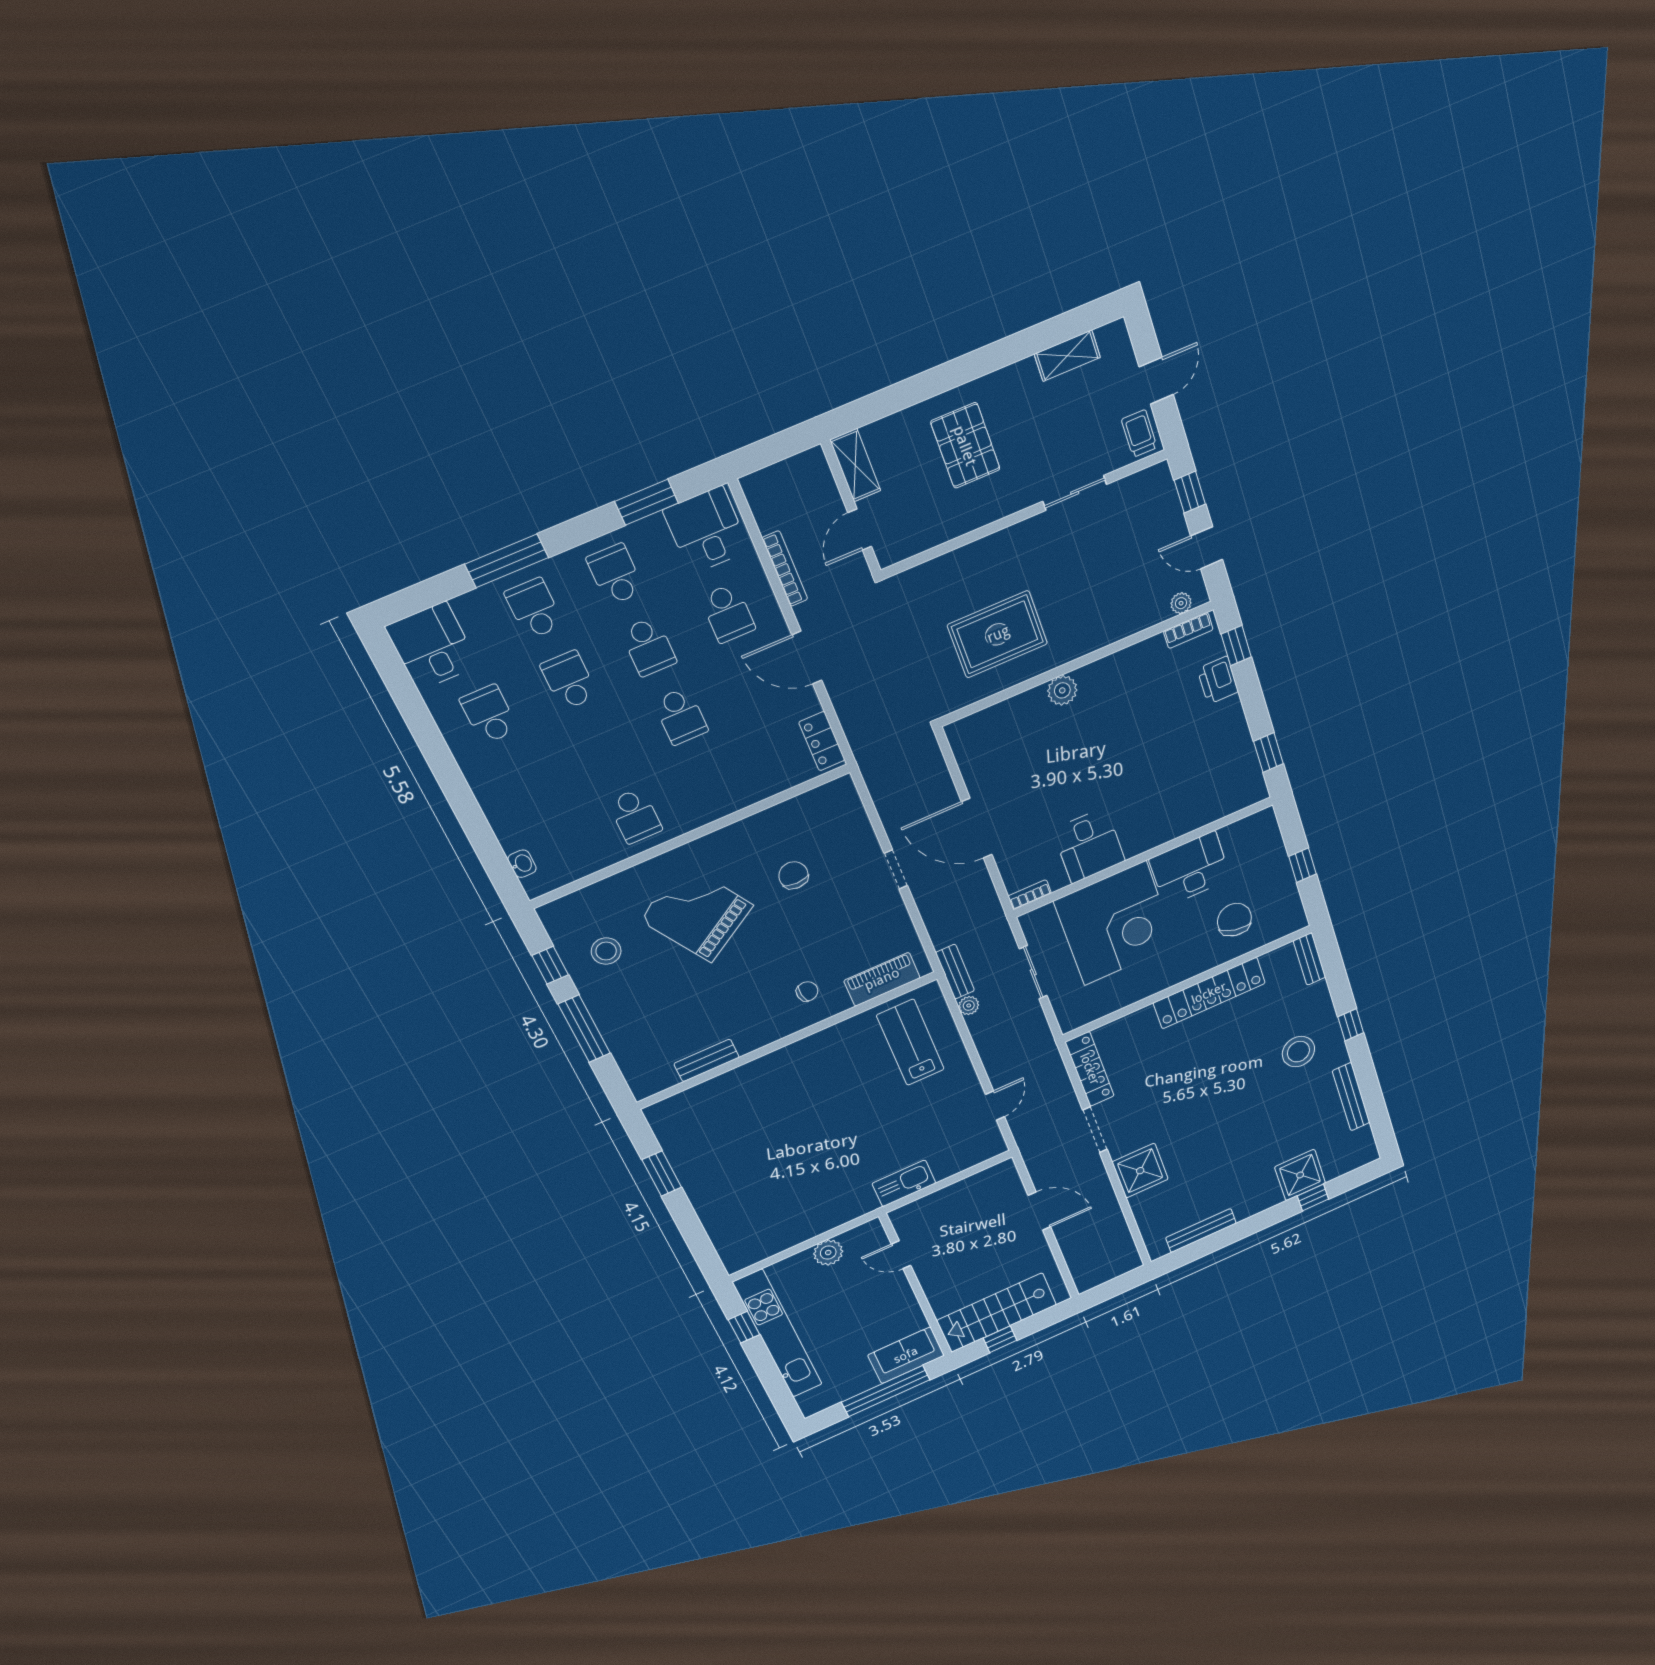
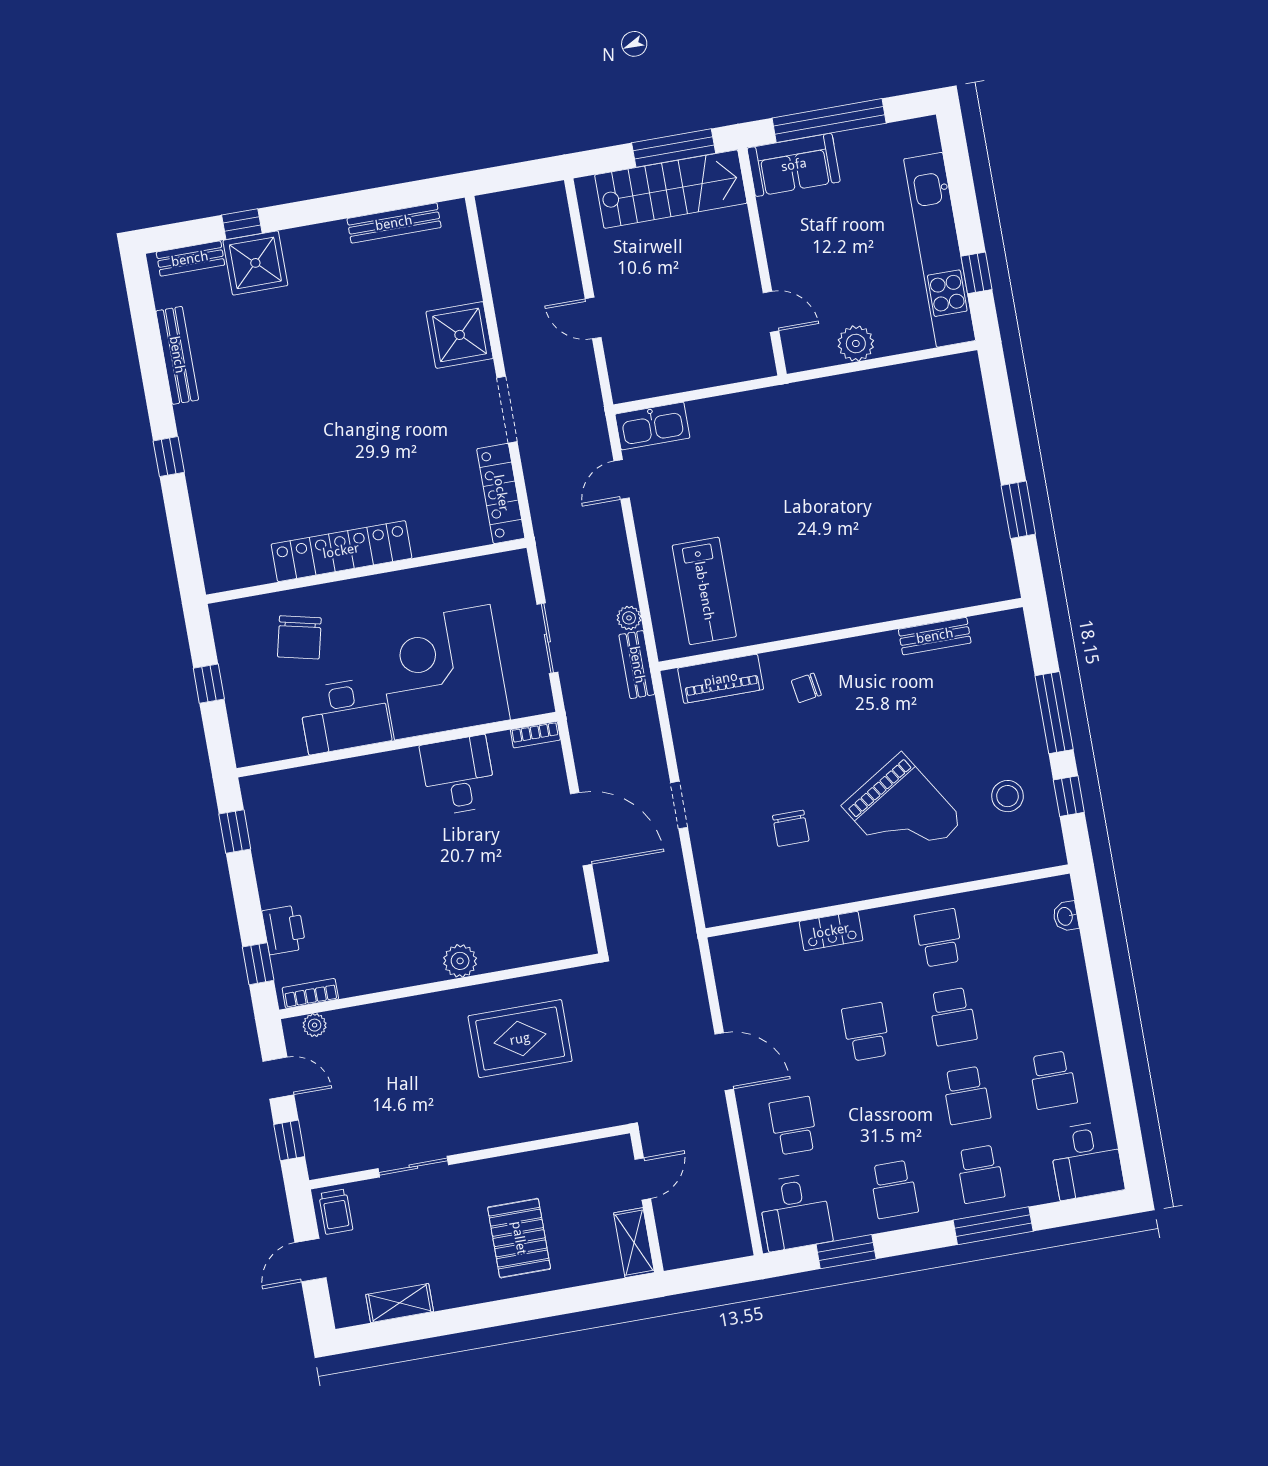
bookcase: (785, 569) -> (726, 1157), removed
school desk: (649, 647) -> (953, 1017), moved, turned 180
locker: (822, 741) -> (831, 931), moved, turned 90
bench: (1309, 959) -> (190, 259), moved, turned 90
stool: (1298, 1052) -> (239, 440), removed
kitchen sink: (904, 1183) -> (652, 426), moved
door: (1039, 1211) -> (593, 318), width x0.73
window: (1000, 1339) -> (674, 148), width x2.17

